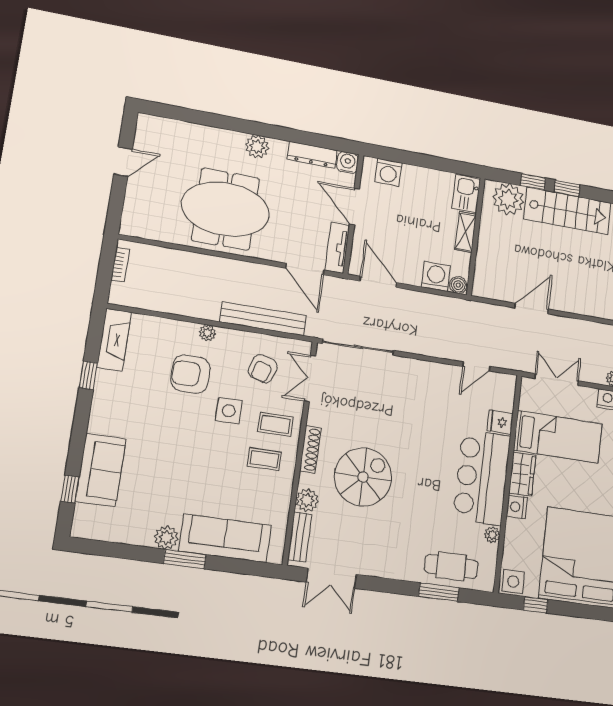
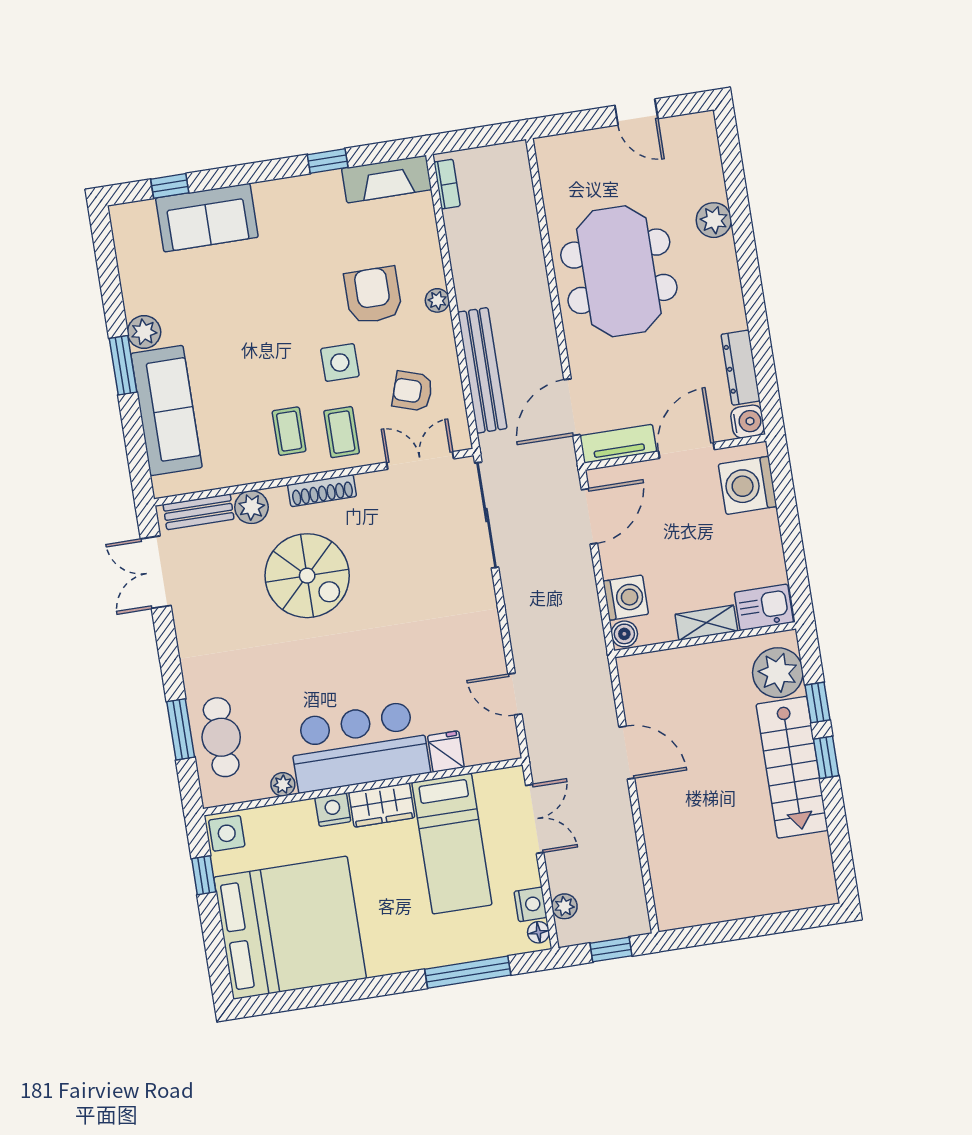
plant: (257, 147) -> (714, 220), moved
washing machine: (388, 172) -> (748, 485), width x1.37, depth x1.37
bookcase: (120, 265) -> (447, 184), moved, turned -90

